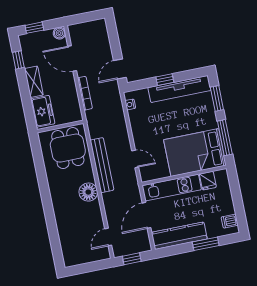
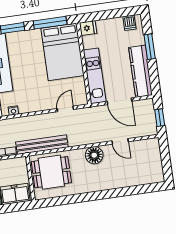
bench: (102, 165) -> (42, 145), moved
fridge: (208, 181) -> (88, 28), moved
door: (108, 237) -> (120, 141), moved

